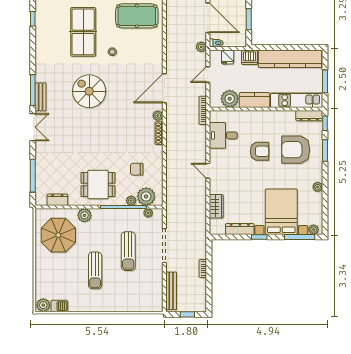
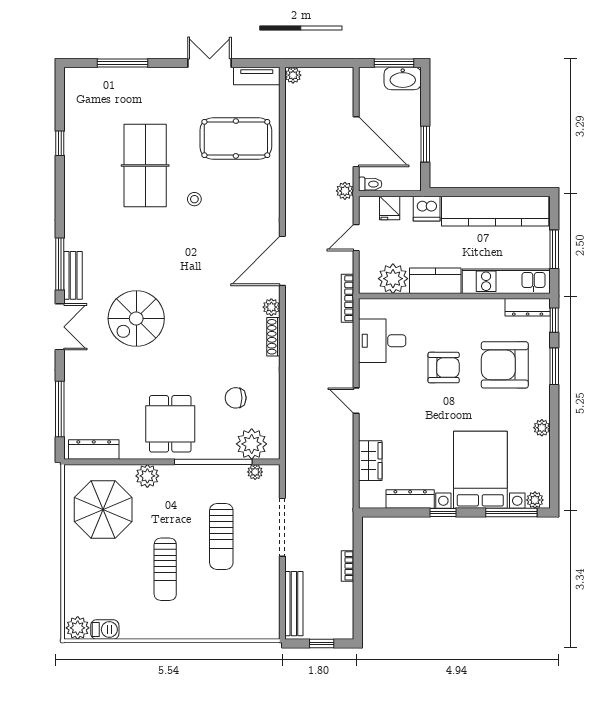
spiral stairs: (89, 91) -> (136, 318), moved, turned -90
dining table: (98, 185) -> (170, 424), turned 90
dresser: (57, 200) -> (94, 450), width x1.44
plant: (131, 201) -> (226, 451), removed

